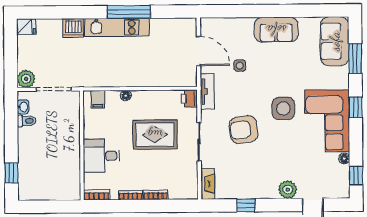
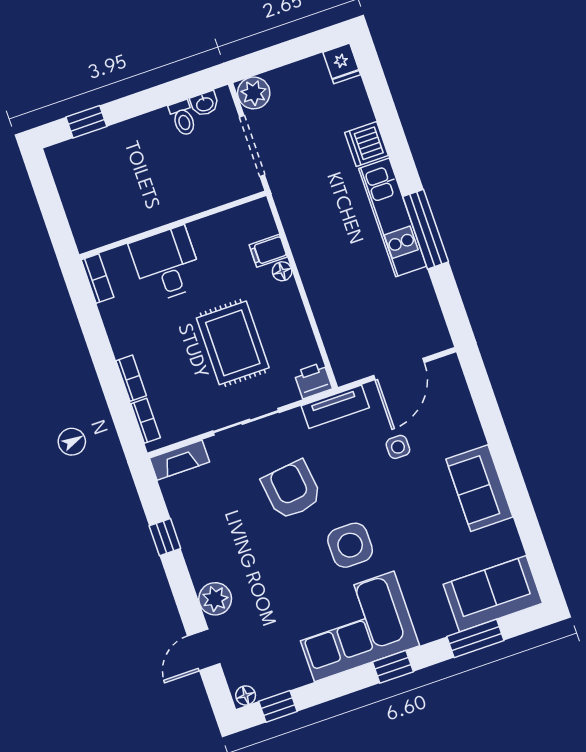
filing cabinet: (98, 99) -> (268, 251), moved
floor lamp: (344, 158) -> (246, 695), moved
bookcase: (130, 195) -> (146, 421), moved

